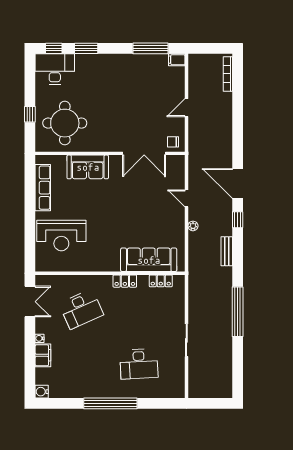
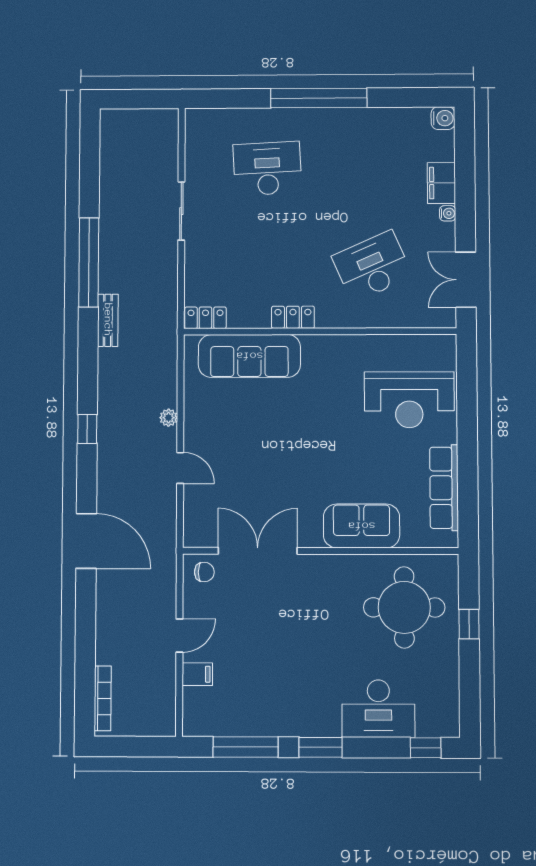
window: (86, 48) -> (320, 747), moved
filing cabinet: (177, 60) -> (197, 674), moved
desk: (55, 69) -> (378, 709), moved
door: (238, 183) -> (86, 541), moved
reception desk: (61, 236) -> (409, 400), turned 180
bench: (227, 251) -> (108, 320), moved
locker: (161, 281) -> (205, 318), moved

